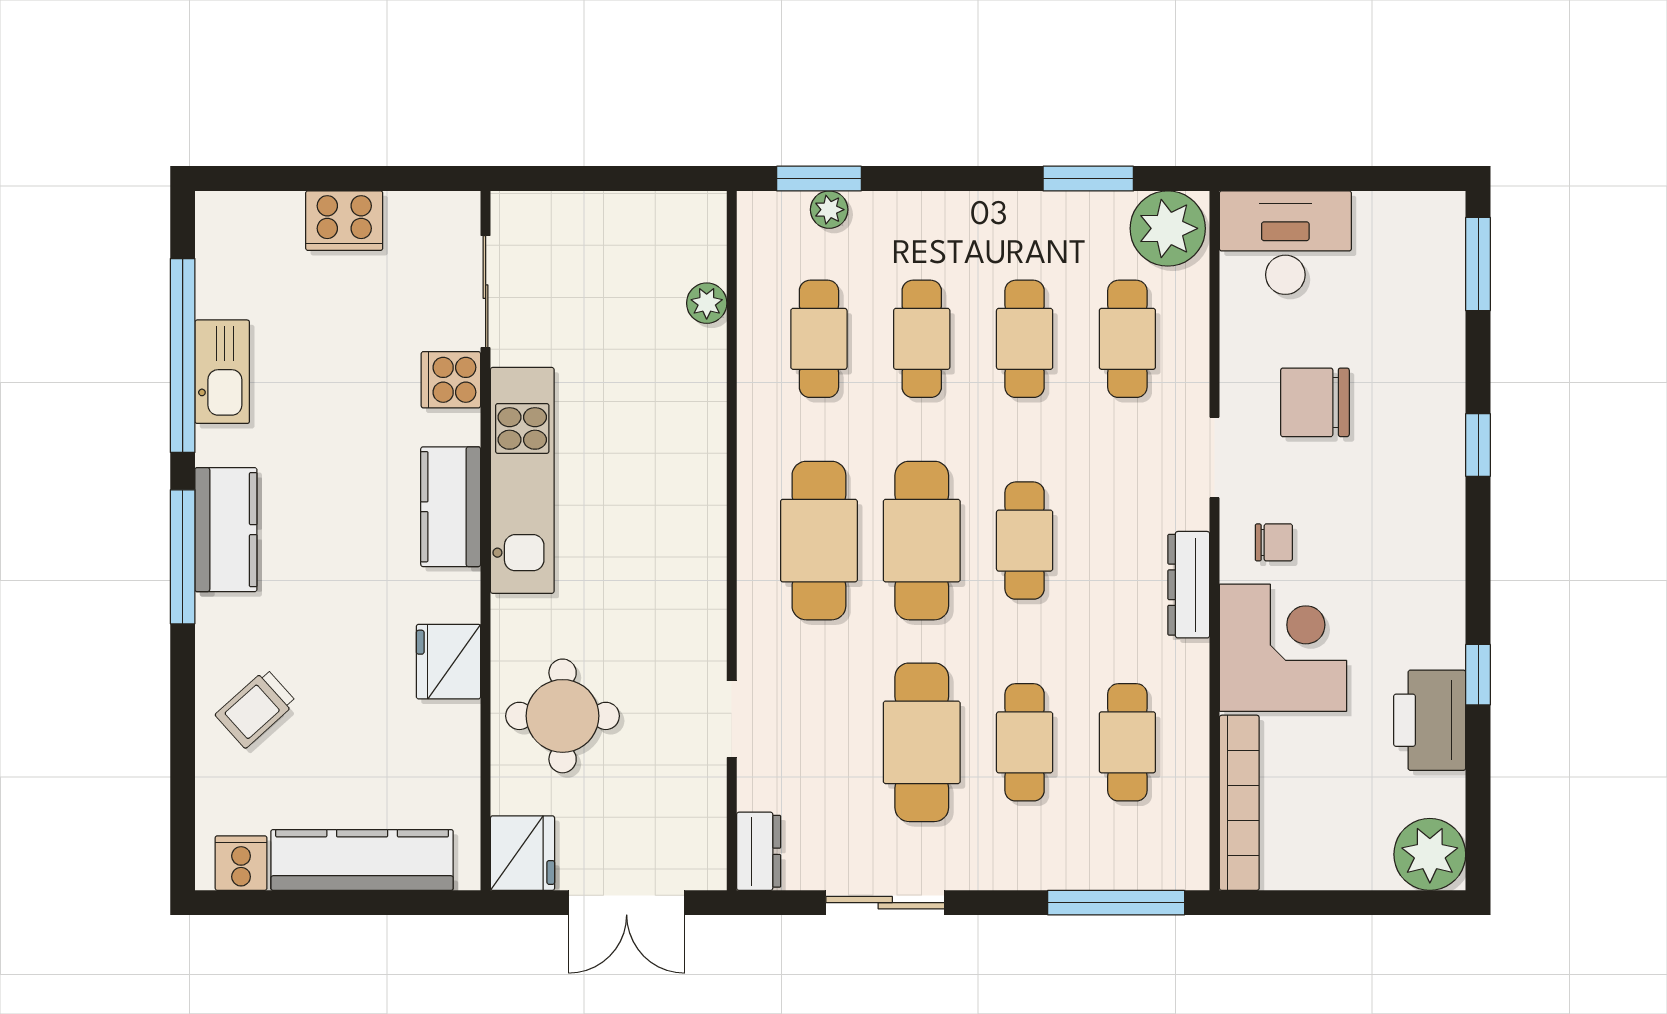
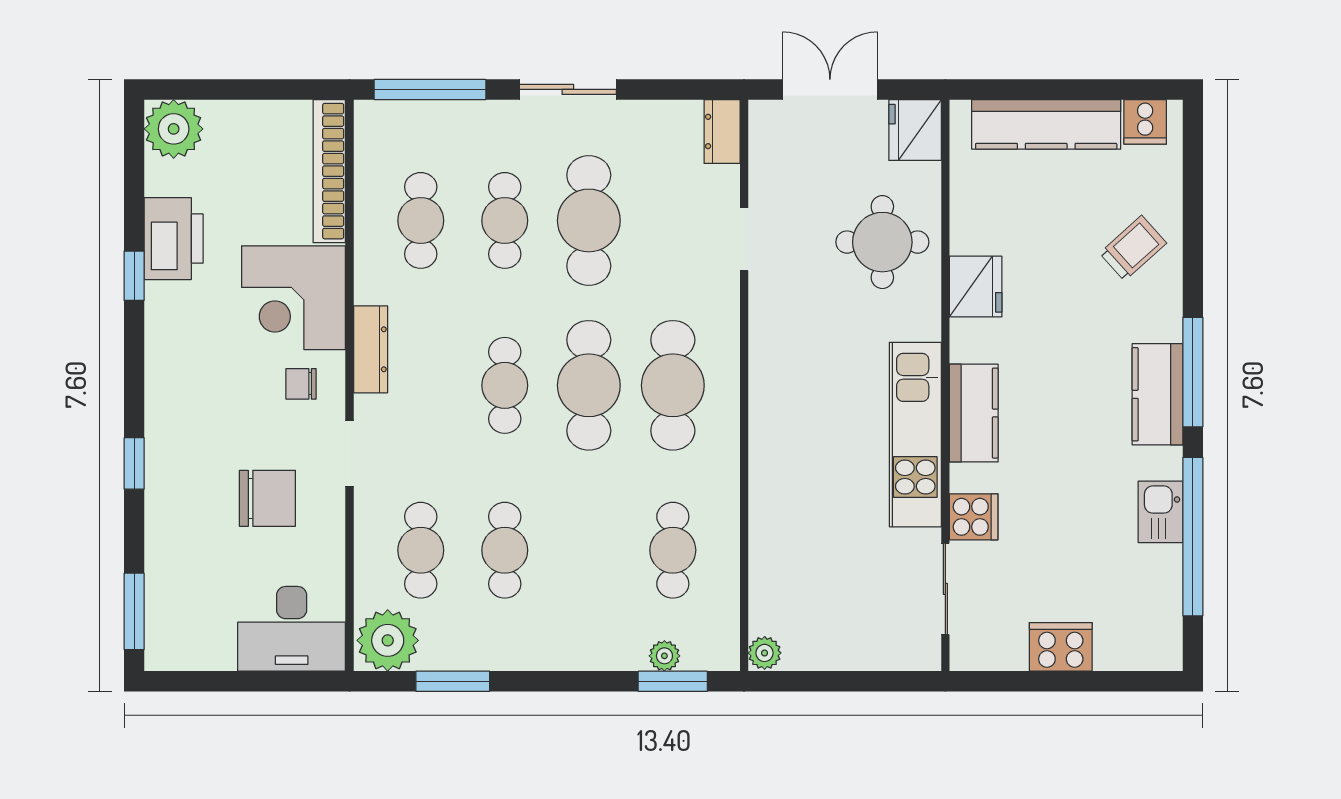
plant: (707, 303) -> (765, 653), moved
cafe table: (922, 339) -> (589, 550), removed
kitchen sink: (222, 372) -> (1161, 512), width x0.73
sliding door: (885, 903) -> (568, 89), moved

